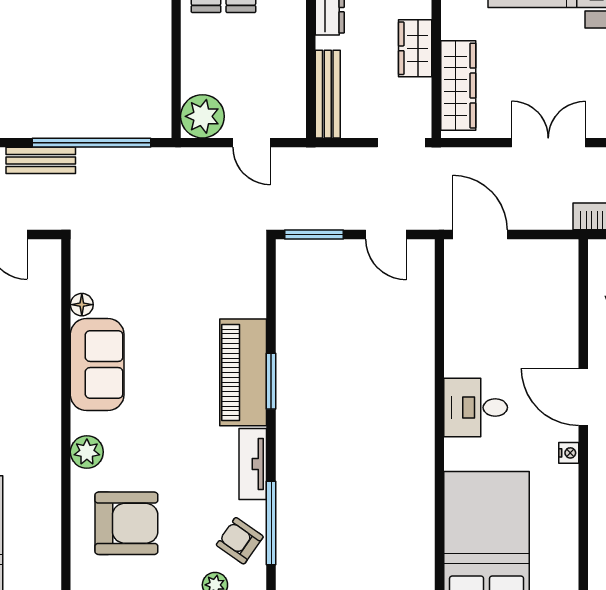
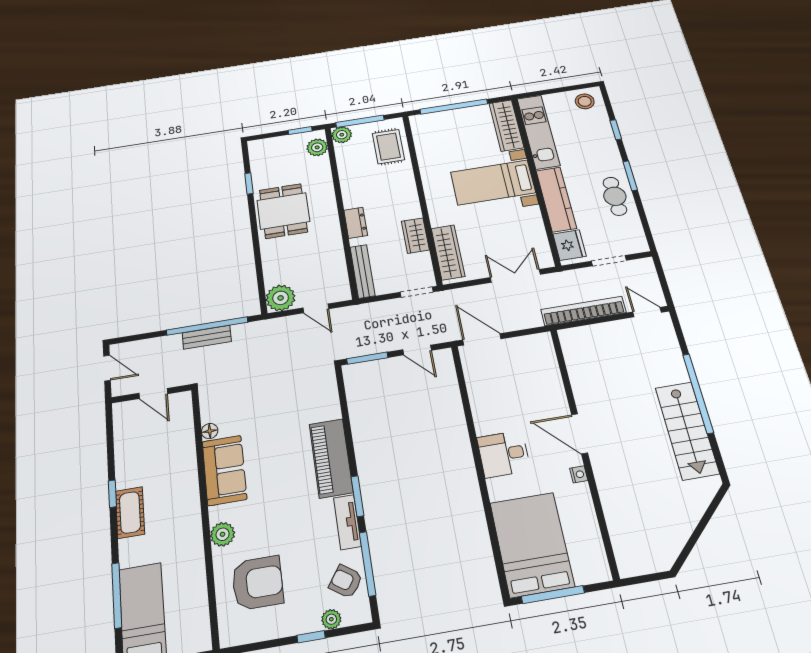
bench: (41, 160) -> (207, 337), moved
window: (271, 381) -> (357, 496), moved

